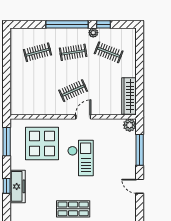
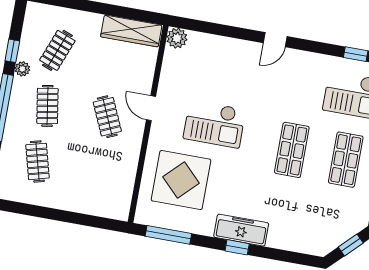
window: (140, 150) -> (219, 29), removed
checkout: (81, 158) -> (214, 124), turned 180

